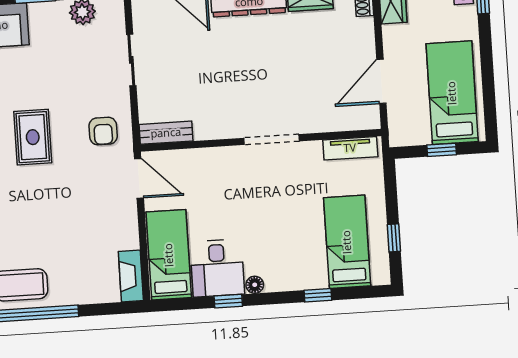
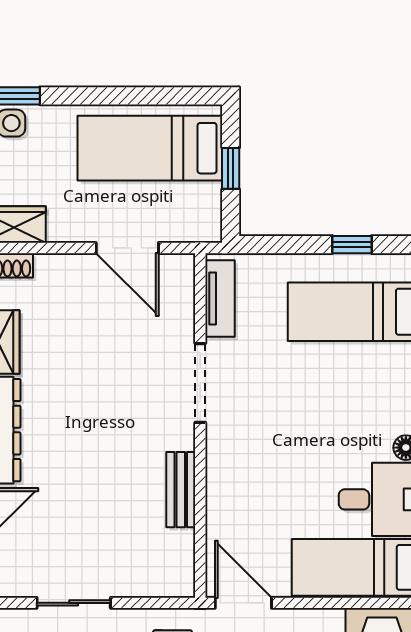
bench: (166, 133) -> (181, 490), moved
doorway: (271, 140) -> (200, 383), moved
door: (139, 178) -> (243, 603), hinge flipped

